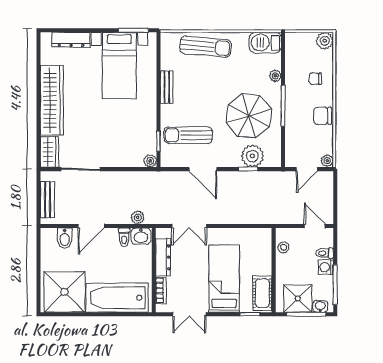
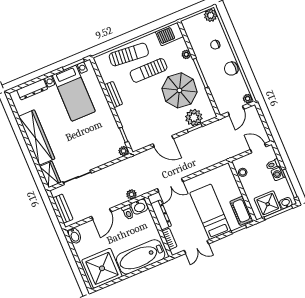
sun lounger: (188, 135) -> (149, 70), moved
bidet: (65, 238) -> (74, 236), moved

